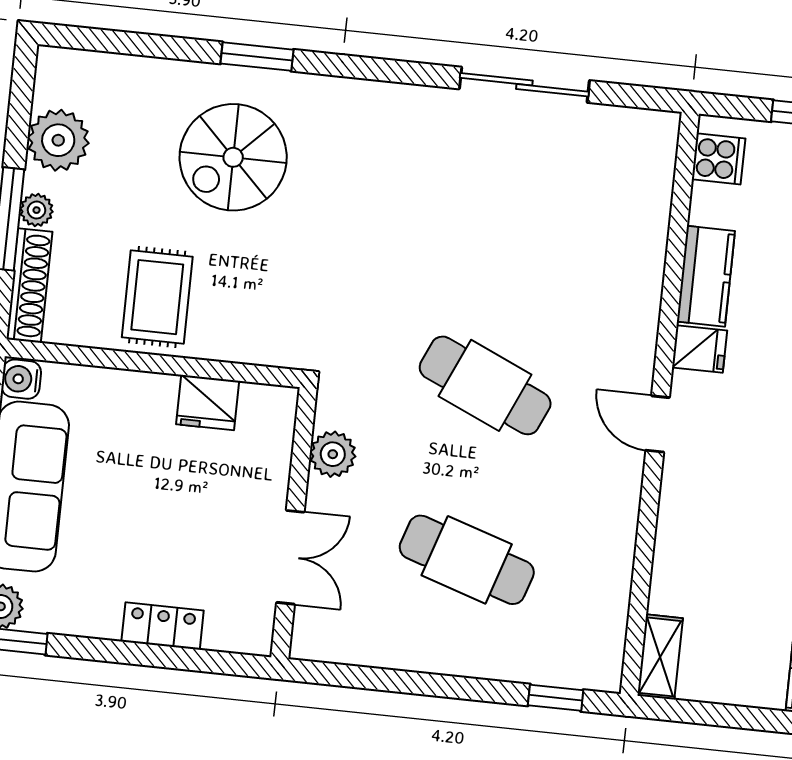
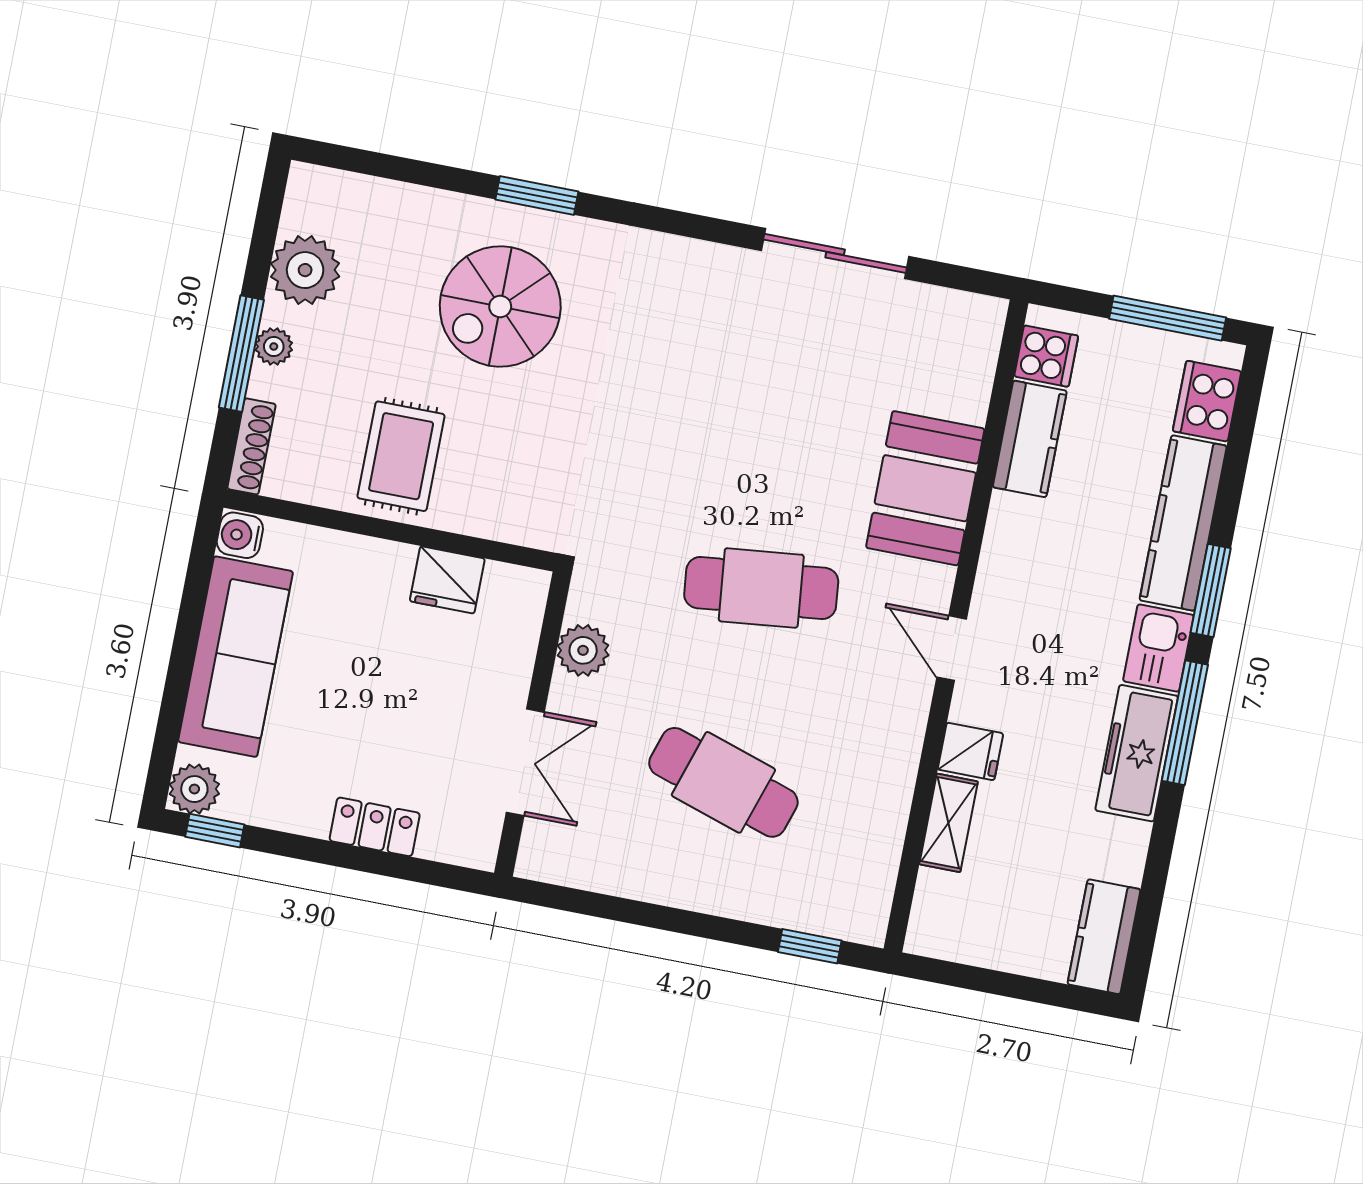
kitchen counter: (706, 276) -> (1030, 439), moved
booth: (622, 285) -> (925, 488), added
shoe rack: (29, 286) -> (251, 446), width x0.74, depth x0.81
fridge: (700, 349) -> (970, 751), moved
cafe table: (485, 385) -> (761, 588), turned -30
shelving: (660, 657) -> (949, 823), moved

